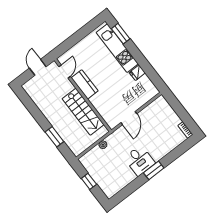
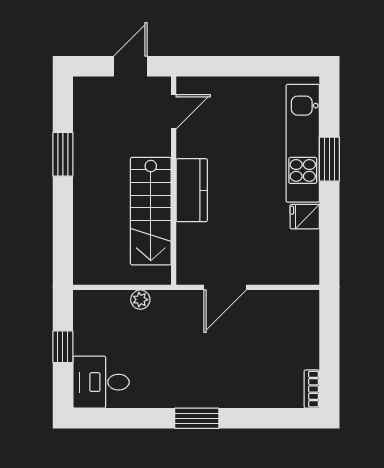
window: (121, 34) -> (329, 159), moved
kitchen counter: (85, 84) -> (192, 190), moved
window: (54, 137) -> (63, 154), moved
desk: (140, 160) -> (101, 382), moved, turned 90

